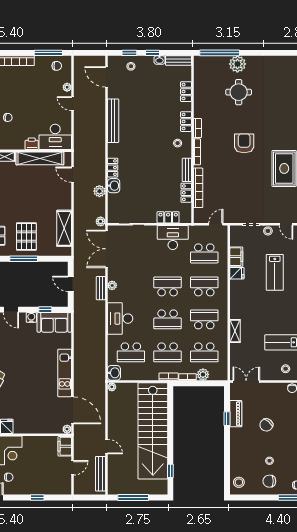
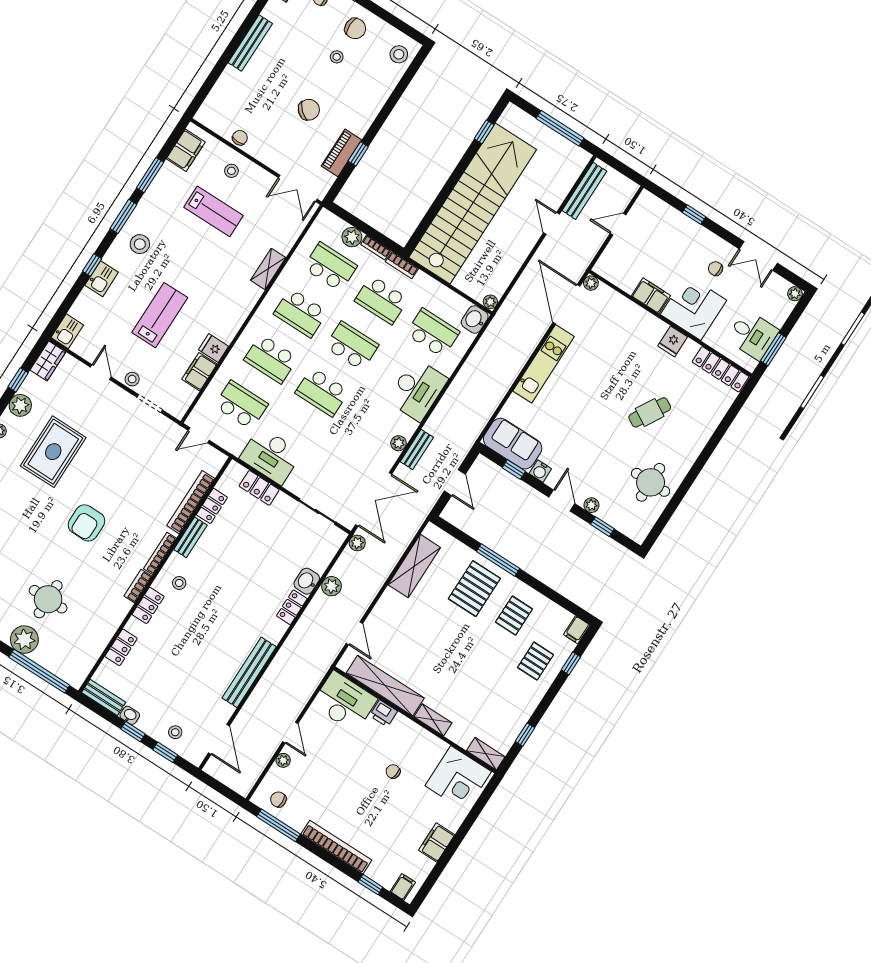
school desk: (168, 352) -> (381, 300), turned 180
filing cabinet: (65, 446) -> (651, 296), moved, turned -90

